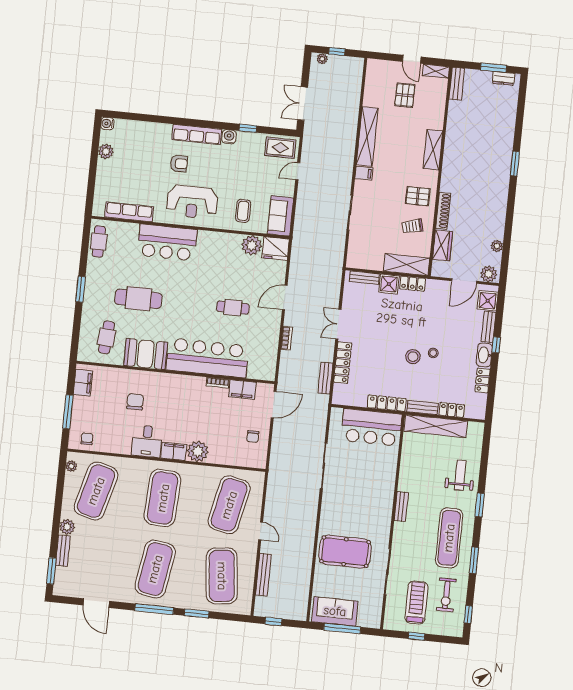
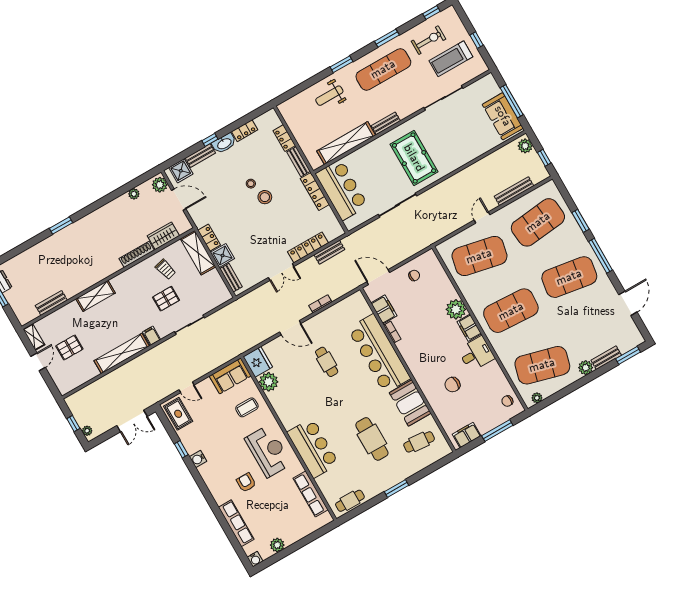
bench: (457, 84) -> (51, 303), moved
row of seats: (197, 134) -> (236, 523), moved
pallet: (418, 196) -> (166, 299), moved, turned 90
shelving: (436, 426) -> (346, 143), moved, turned 90
pool table: (345, 552) -> (414, 158), moved
plant: (295, 612) -> (525, 146), added

